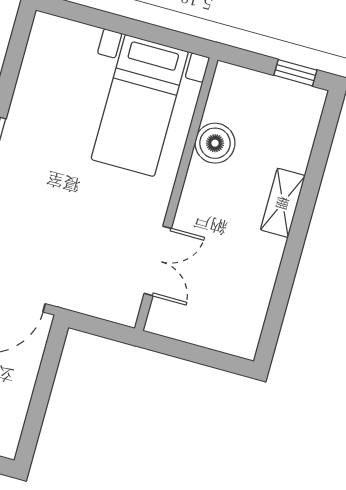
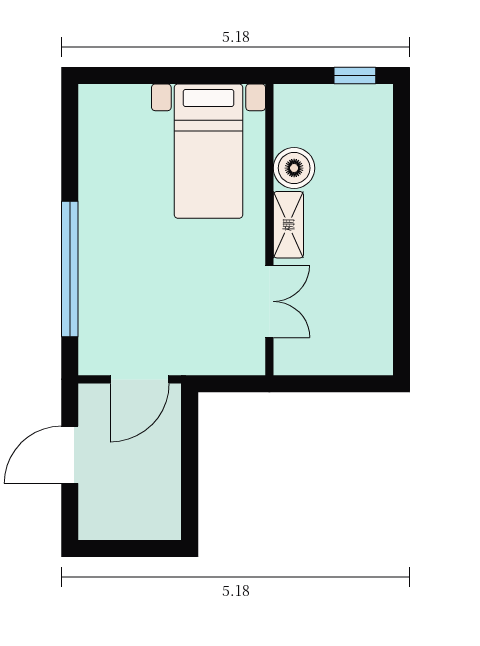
shelving: (283, 203) -> (288, 225), moved

